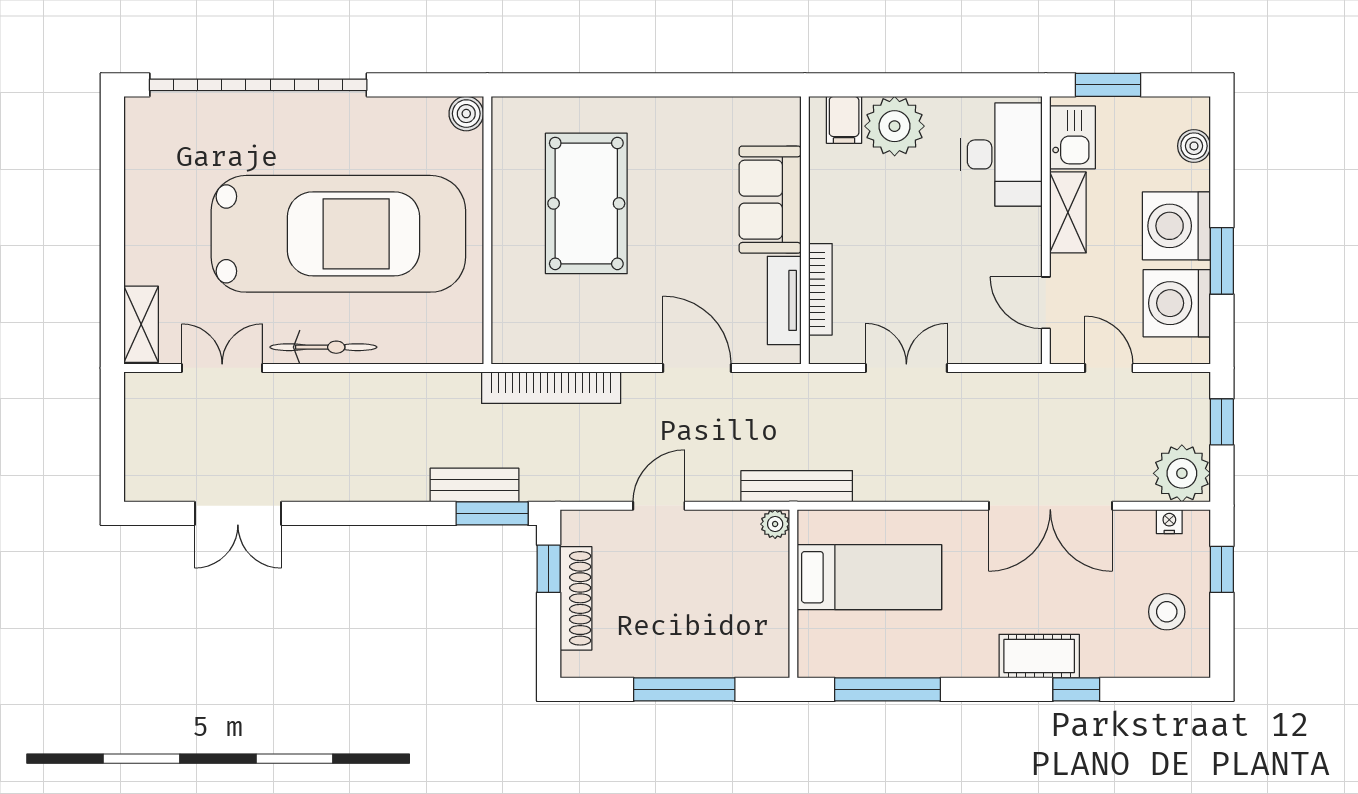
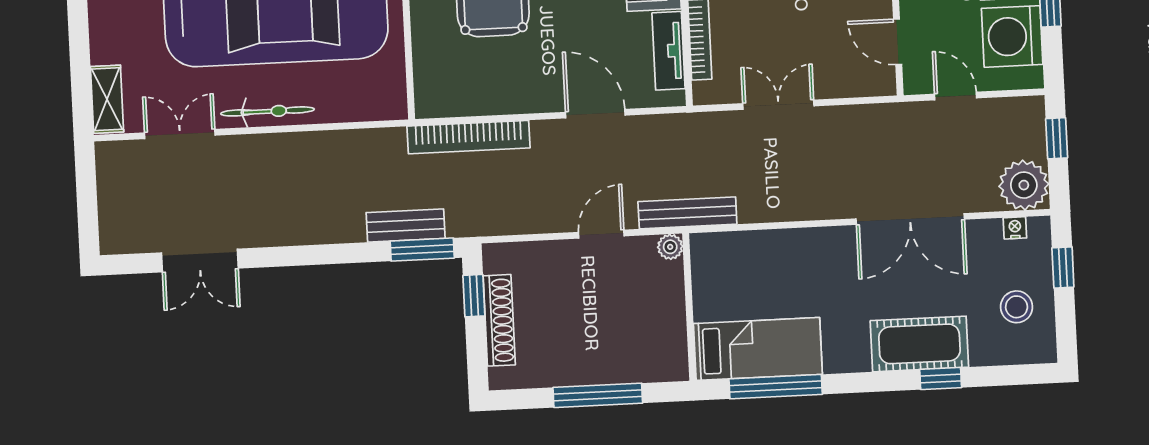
door: (659, 506) -> (601, 234), moved
bed: (869, 577) -> (758, 349), moved
cot: (1039, 656) -> (919, 344), width x1.37, depth x1.34

